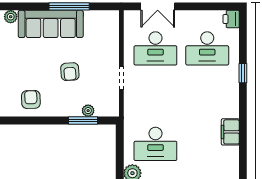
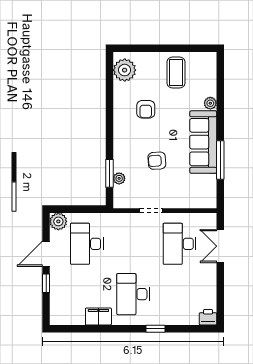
desk: (207, 48) -> (133, 294), moved
armchair: (31, 99) -> (146, 109), moved, turned 92

